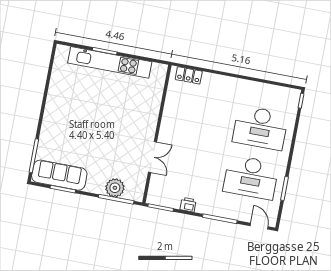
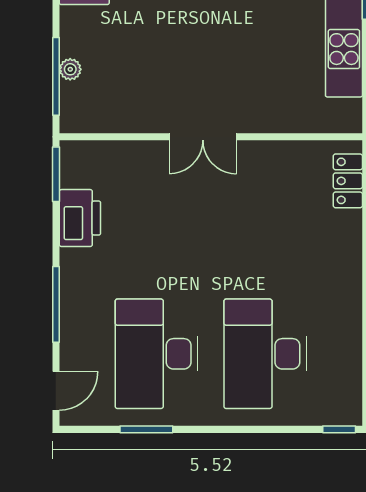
double door: (152, 157) -> (203, 137), moved
plant: (115, 188) -> (70, 69), width x0.53, depth x0.53
printer: (188, 205) -> (80, 218), width x1.87, depth x1.48

